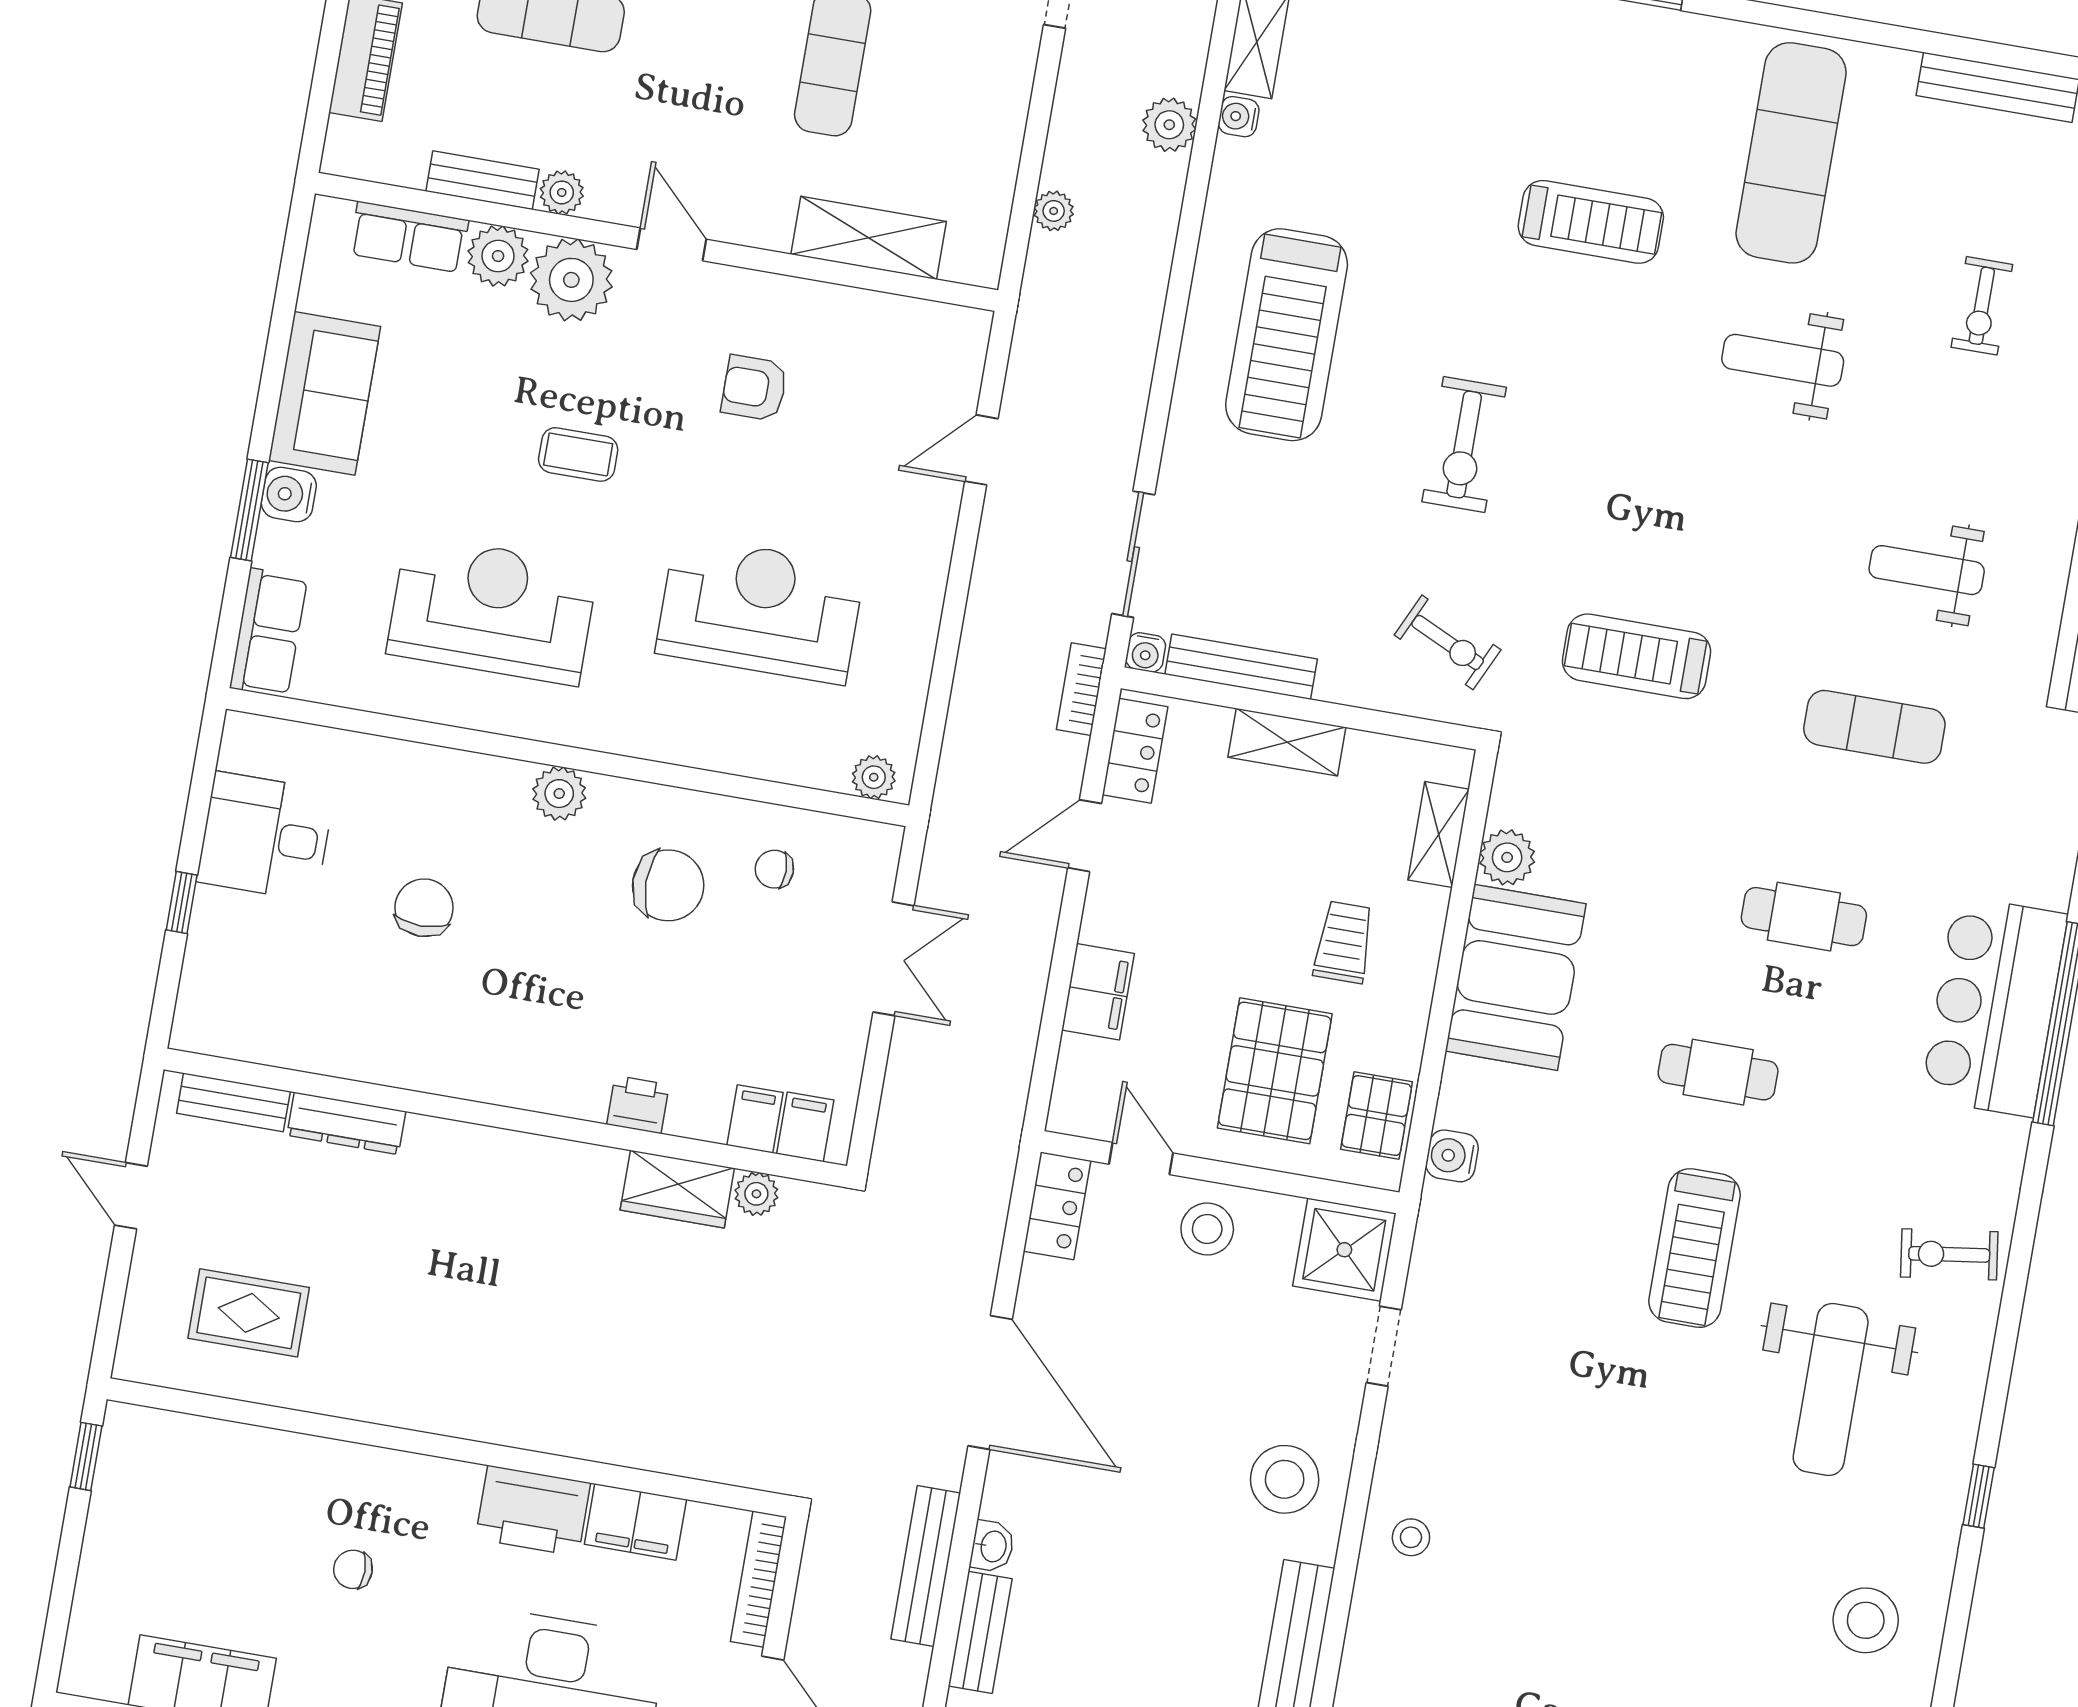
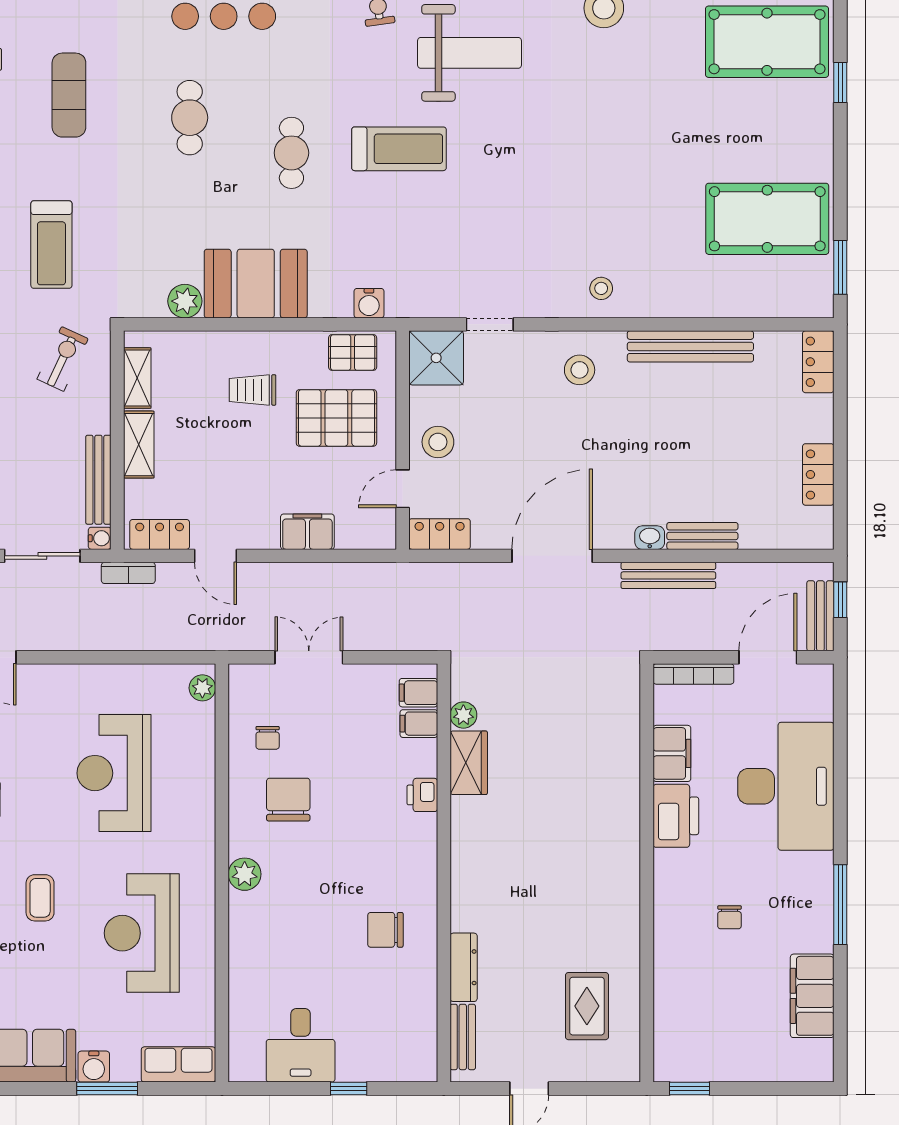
shelving: (1439, 835) -> (137, 378), moved, turned 90
chair: (424, 908) -> (385, 930), moved
stool: (1285, 1479) -> (580, 370), width x0.73, depth x0.73

